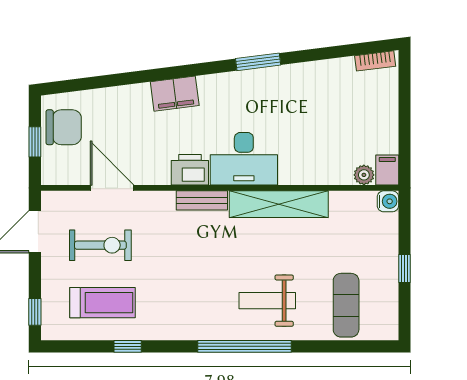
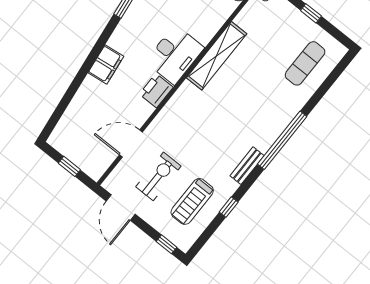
chair: (64, 127) -> (74, 143), removed
bench: (202, 200) -> (247, 166), moved
weight bench: (267, 301) -> (266, 106), removed
treadmill: (102, 303) -> (192, 201), turned 180
exercise mat: (346, 305) -> (305, 63), turned 90

